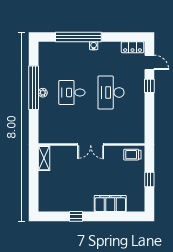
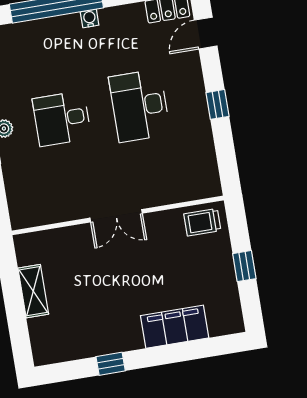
door: (149, 62) -> (206, 33), swing flipped
window: (149, 86) -> (218, 104), moved
shelving: (44, 158) -> (33, 291), moved

